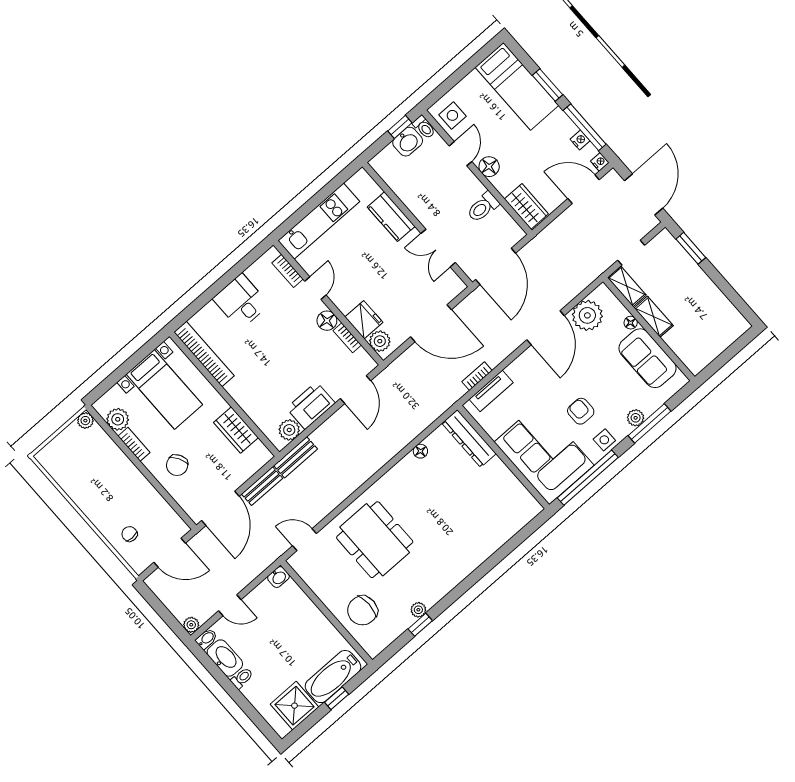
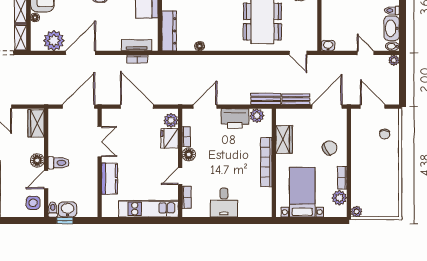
toilet: (483, 207) -> (59, 163), moved
bookcase: (204, 354) -> (266, 162), moved

